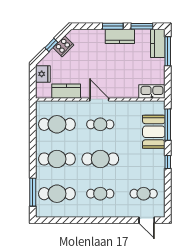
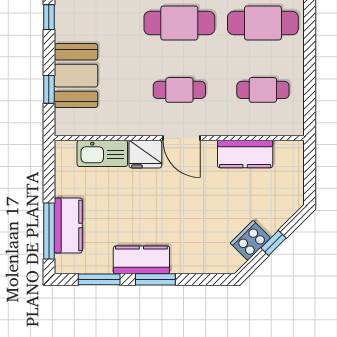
kitchen counter: (158, 43) -> (68, 226), moved
fridge: (43, 74) -> (145, 154), moved, turned -90
kitchen sink: (152, 91) -> (102, 153), moved
cafe table: (57, 124) -> (263, 90), width x0.73, depth x0.74
window: (168, 125) -> (49, 89), width x0.46

